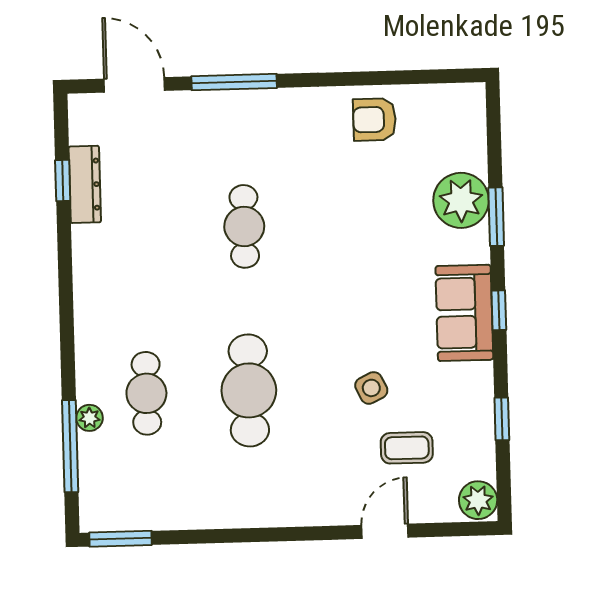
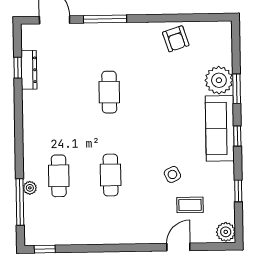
armchair: (374, 120) -> (176, 39), turned -108
sofa: (464, 313) -> (220, 128), width x1.36
cafe table: (249, 390) -> (111, 175), width x0.73, depth x0.74
window: (120, 539) -> (45, 249), width x0.67

